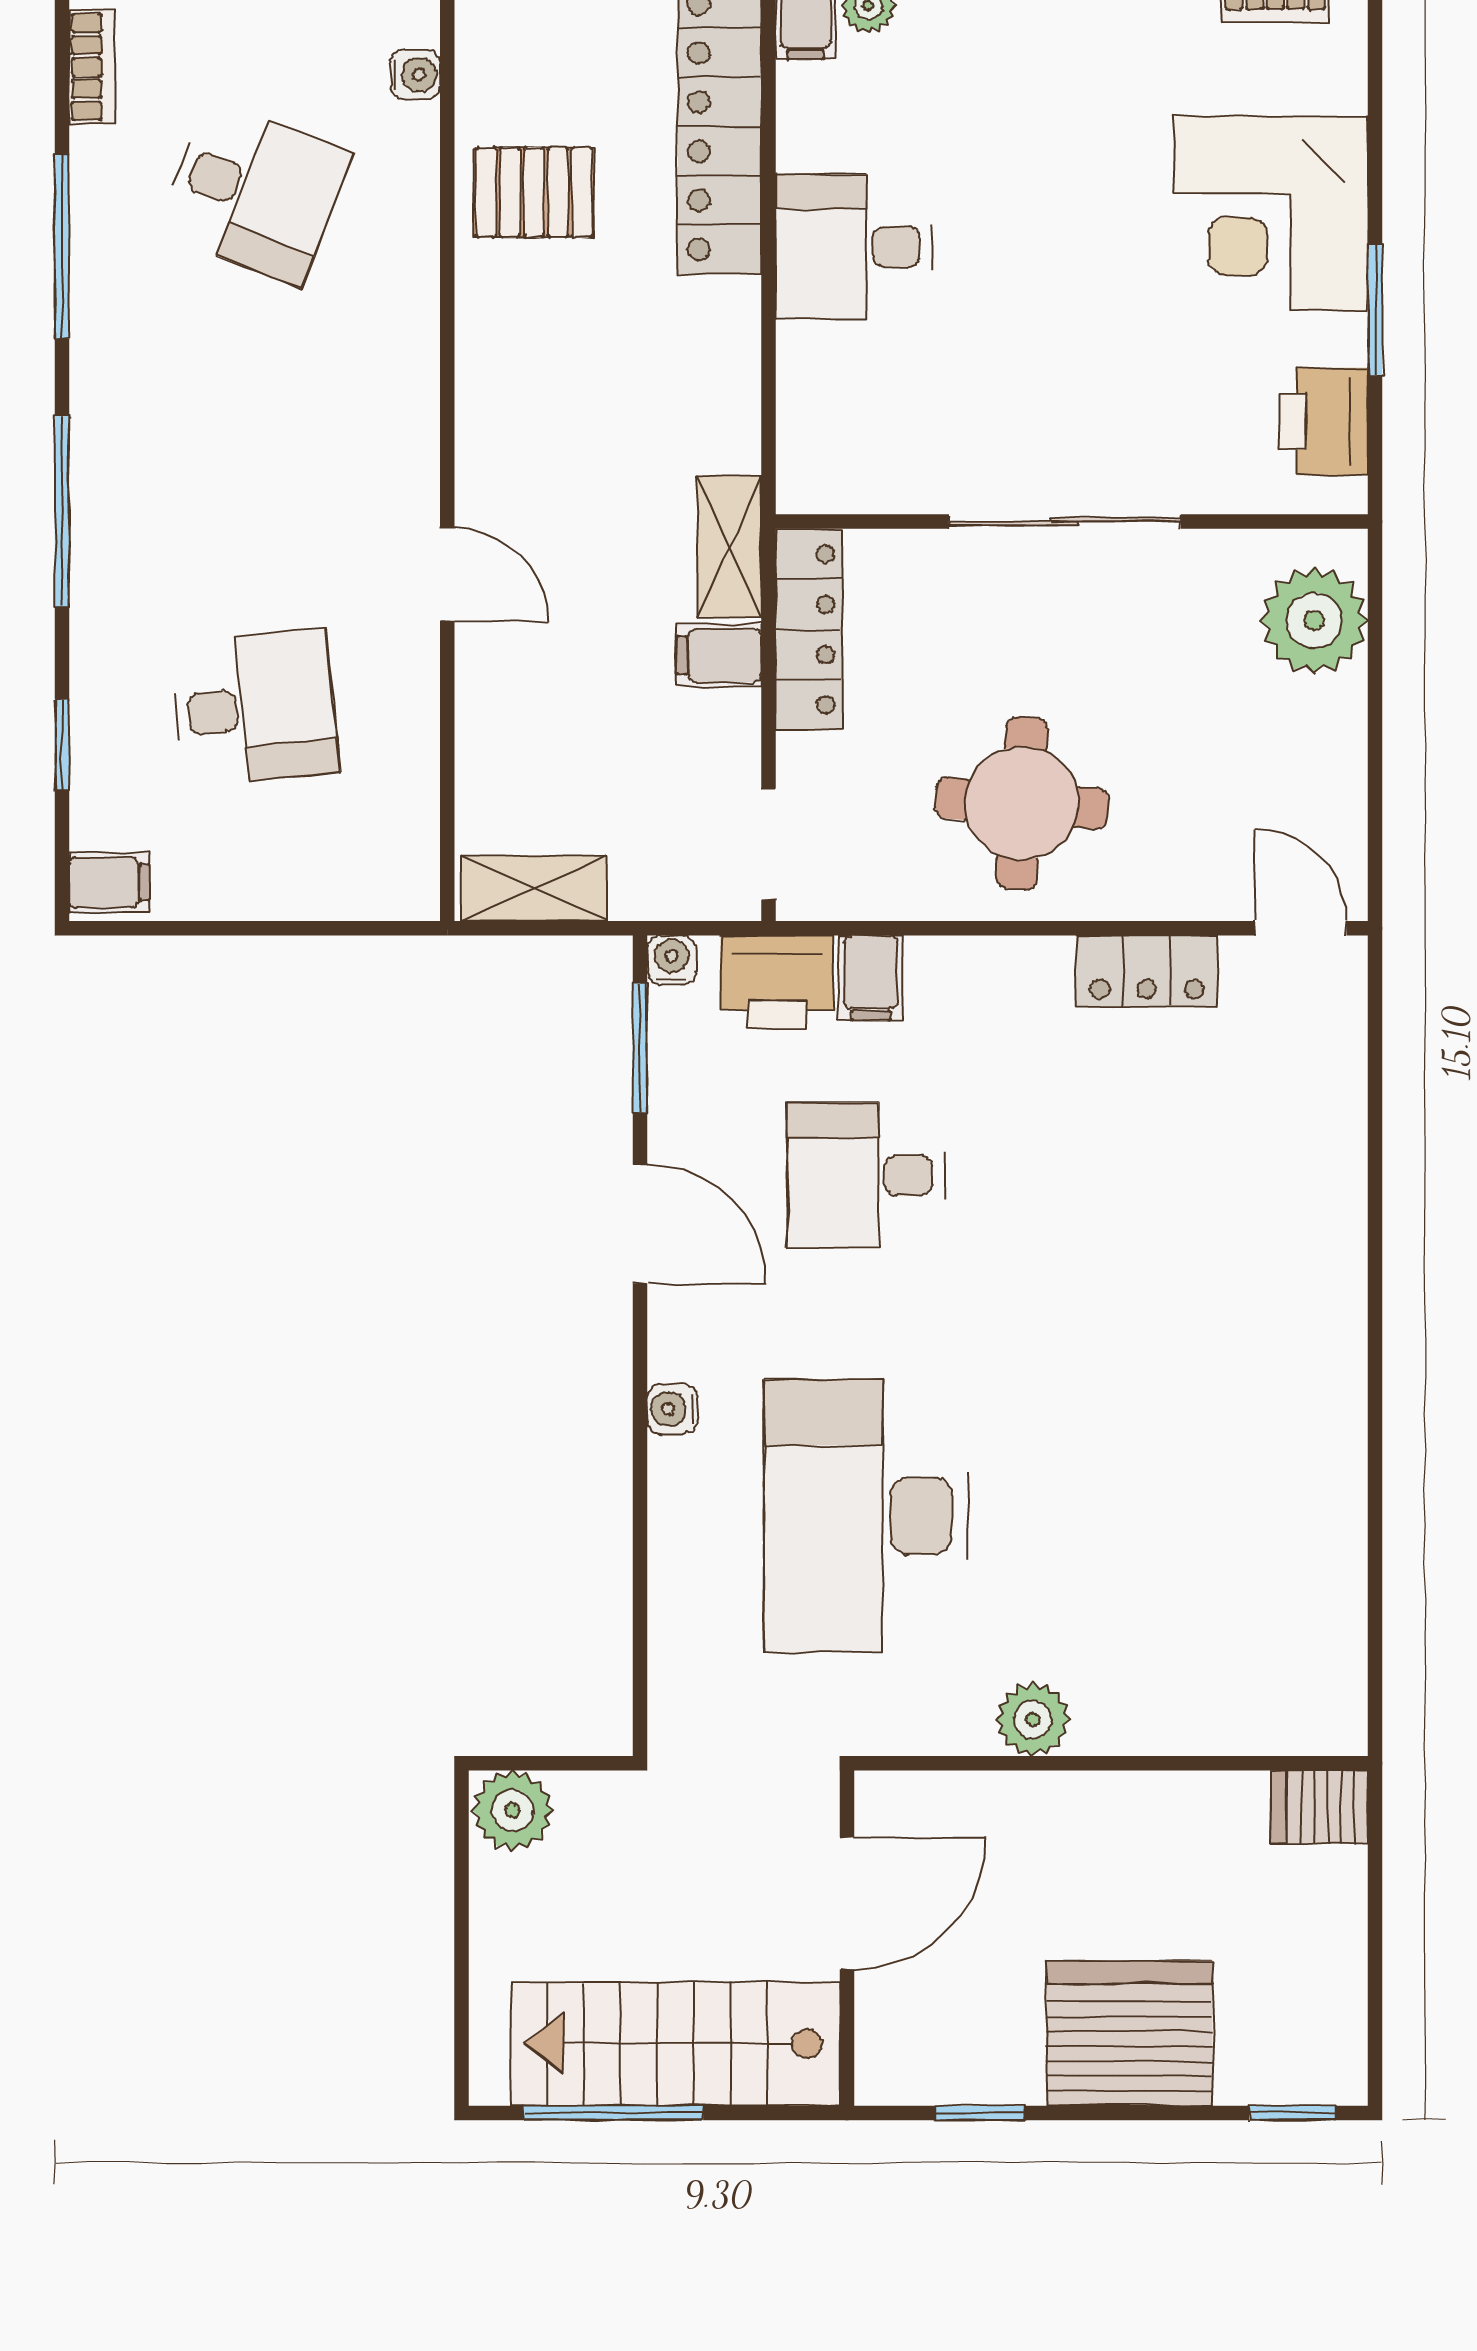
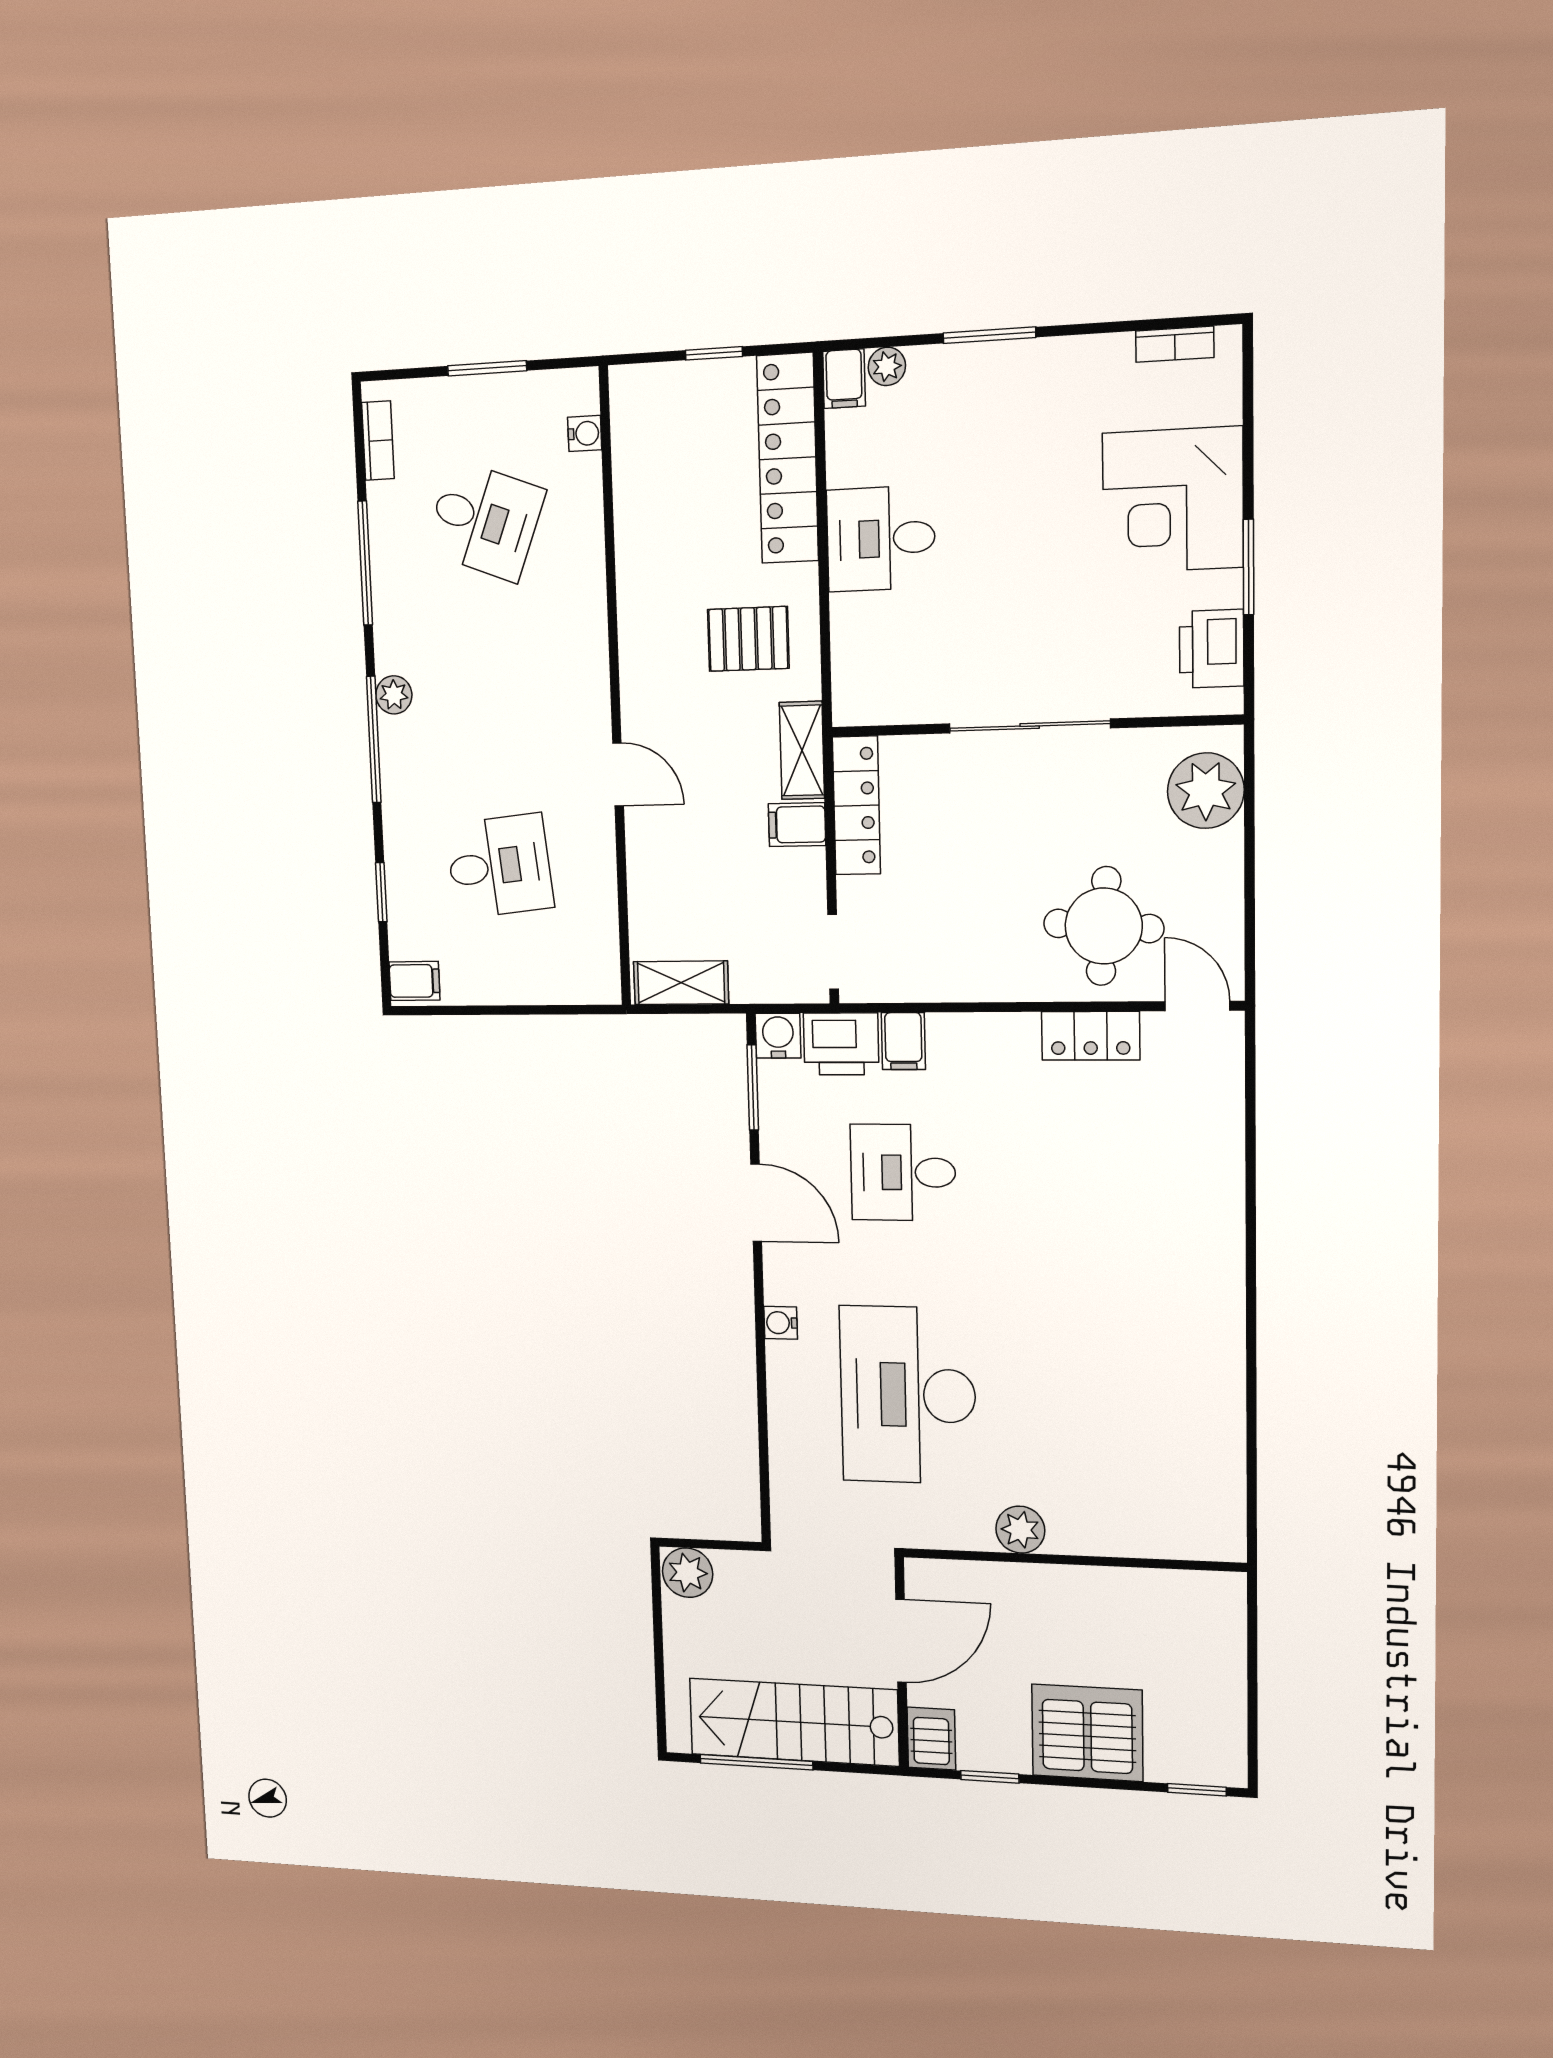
pallet: (534, 192) -> (748, 639), moved
plant: (98, 445) -> (394, 695), added
round table: (1022, 803) -> (1104, 926), moved
water cooler: (672, 960) -> (778, 1036), width x1.38, depth x1.38
server rack: (1319, 1807) -> (931, 1739), moved, turned 90

